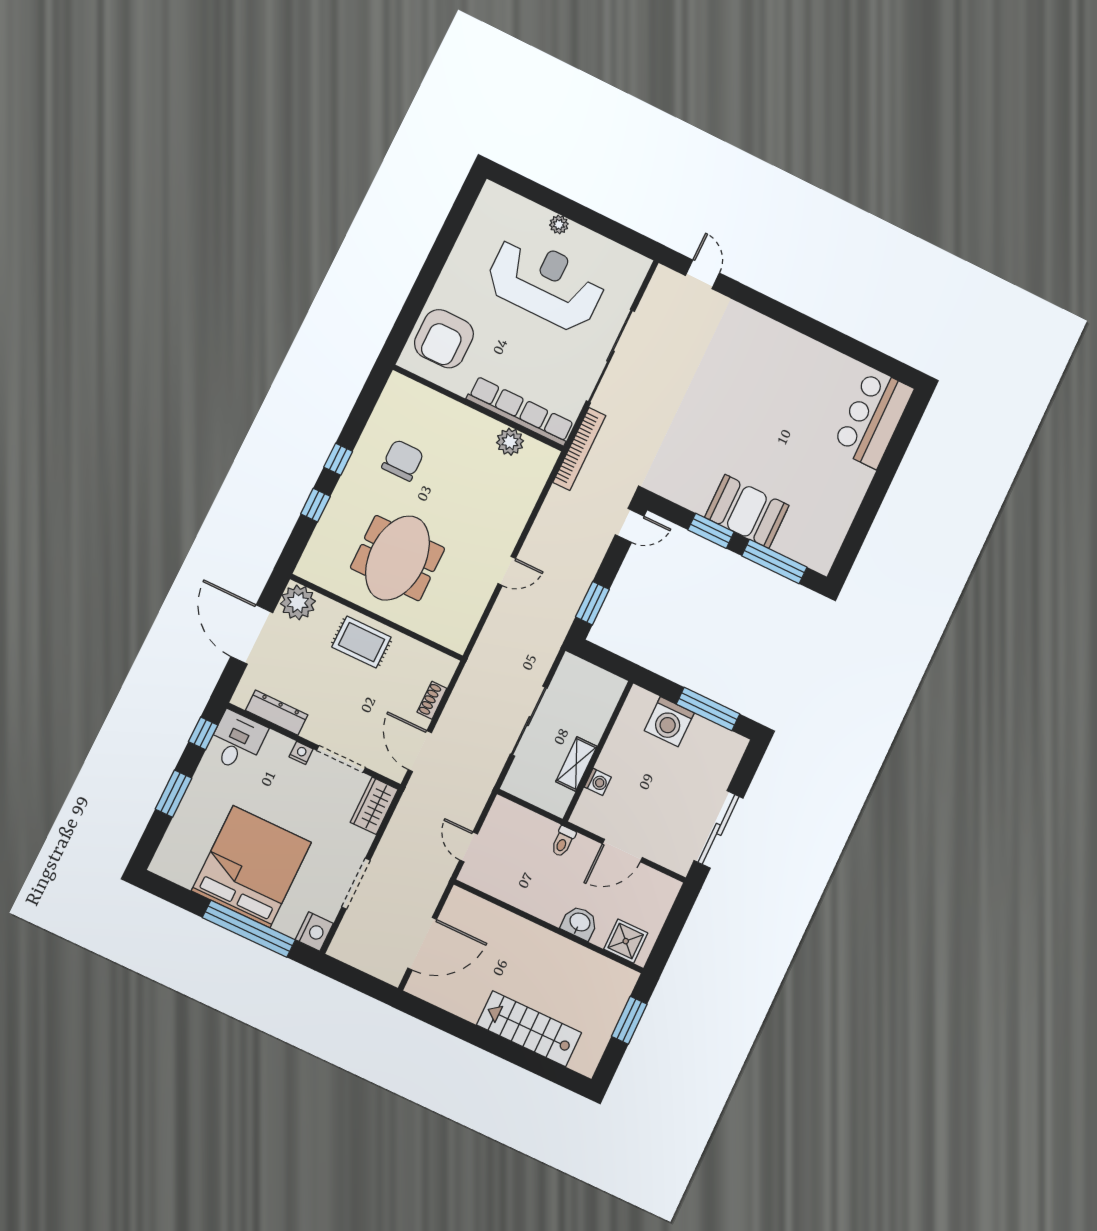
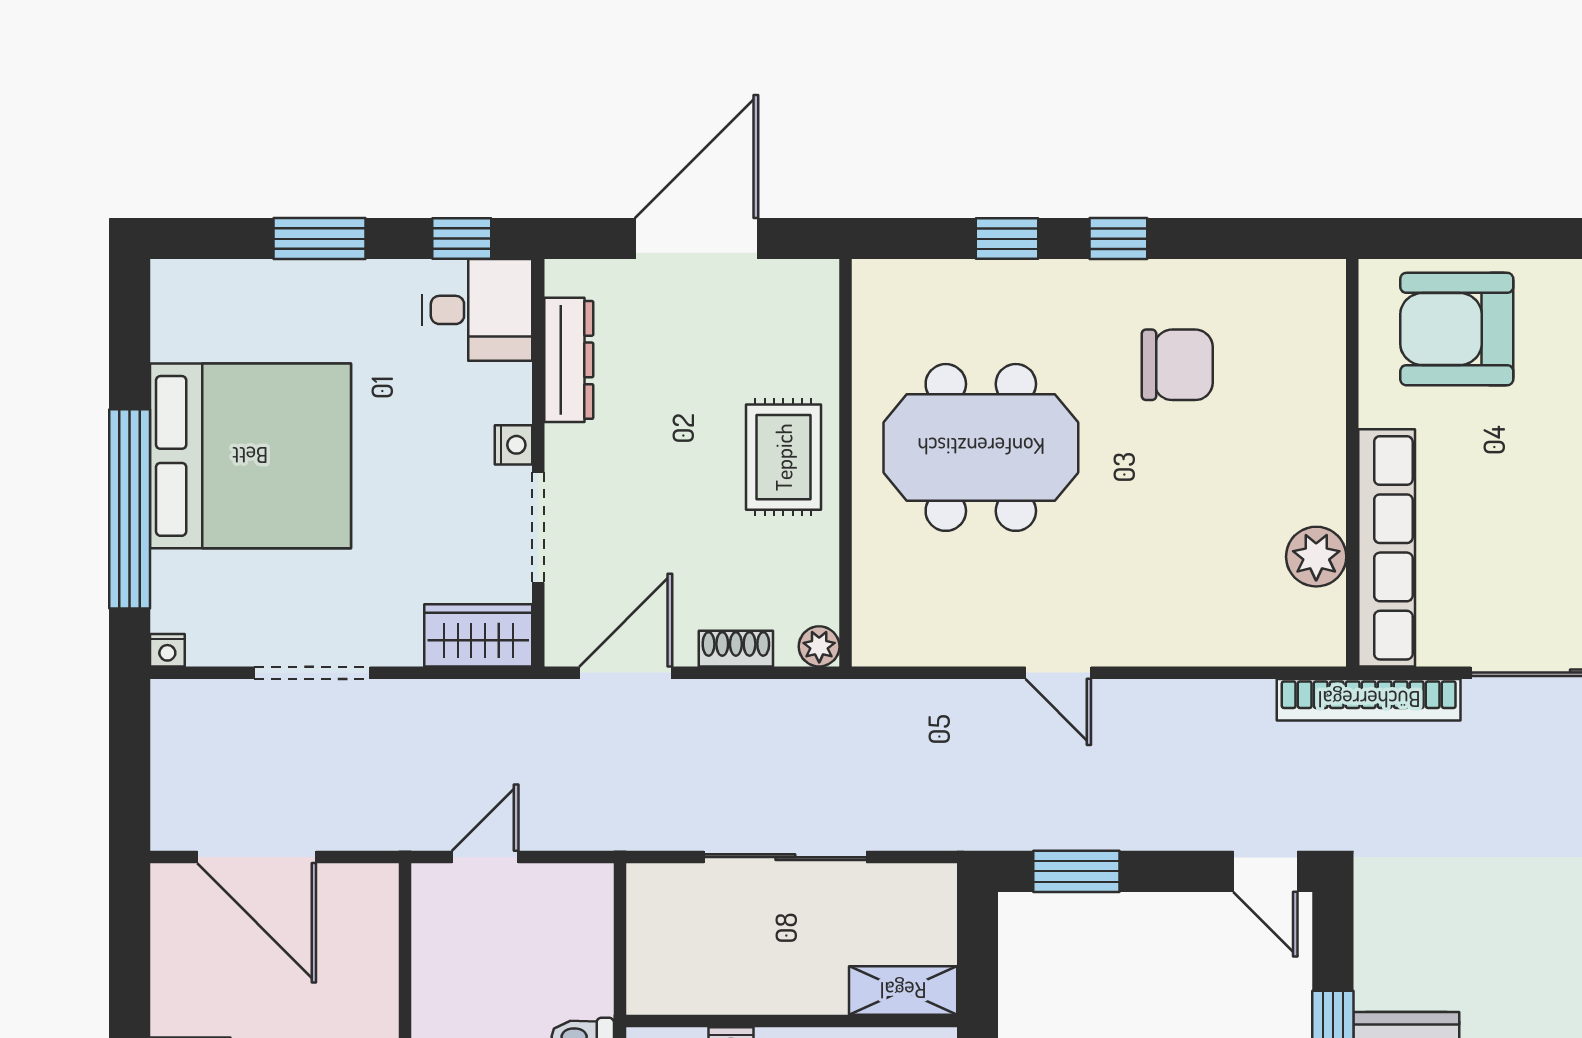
plant: (298, 602) -> (819, 646), moved, width x0.53, depth x0.53
shelving: (576, 764) -> (903, 991), moved
nightstand: (314, 932) -> (167, 650), width x0.53, depth x0.56

